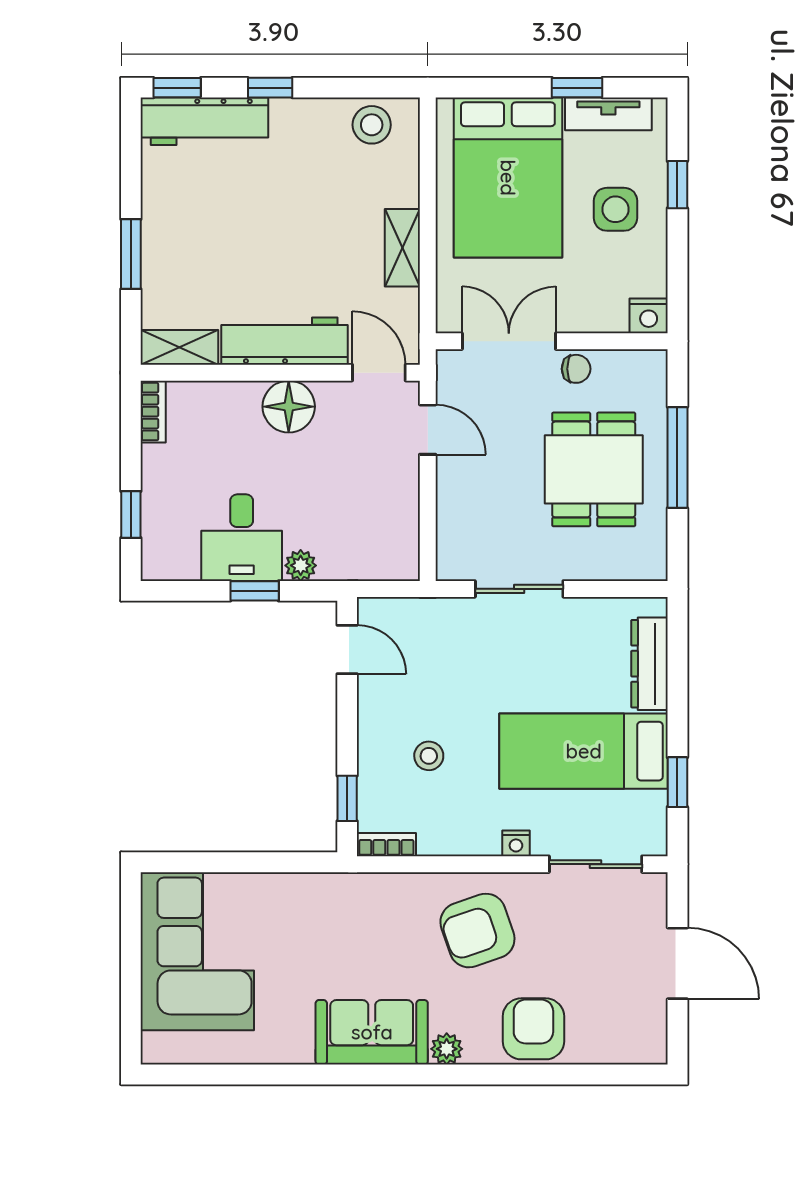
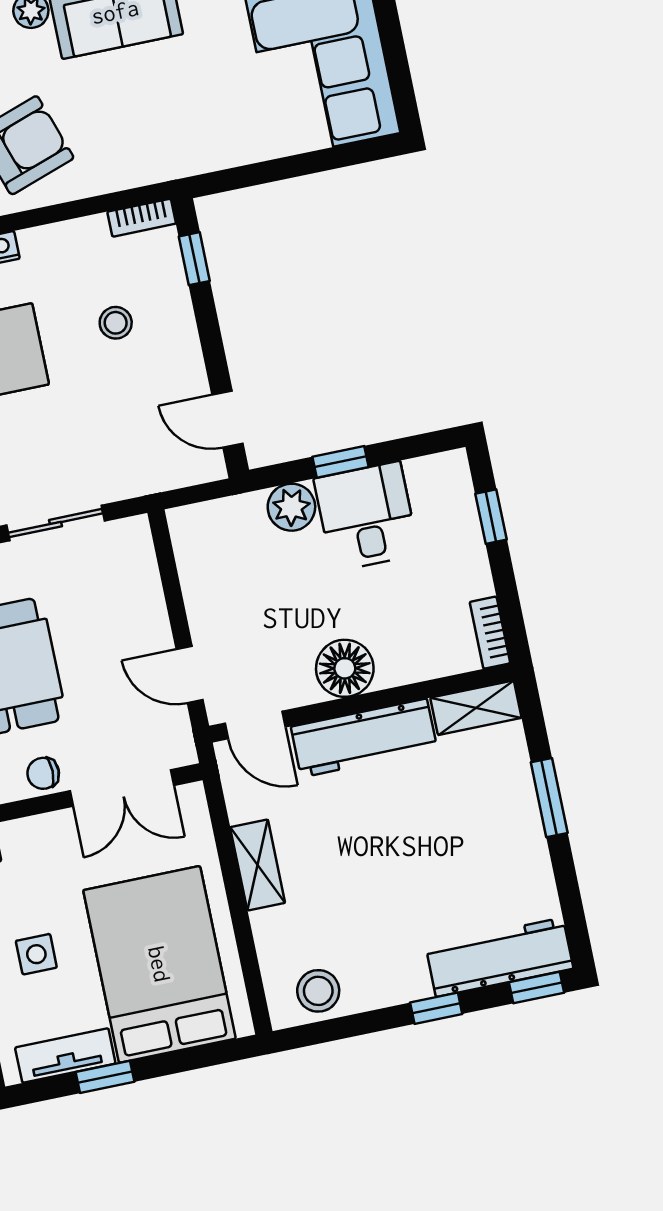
side table: (615, 209) -> (36, 954), width x0.73, depth x0.73
plant: (301, 565) -> (291, 507), width x1.38, depth x1.38

